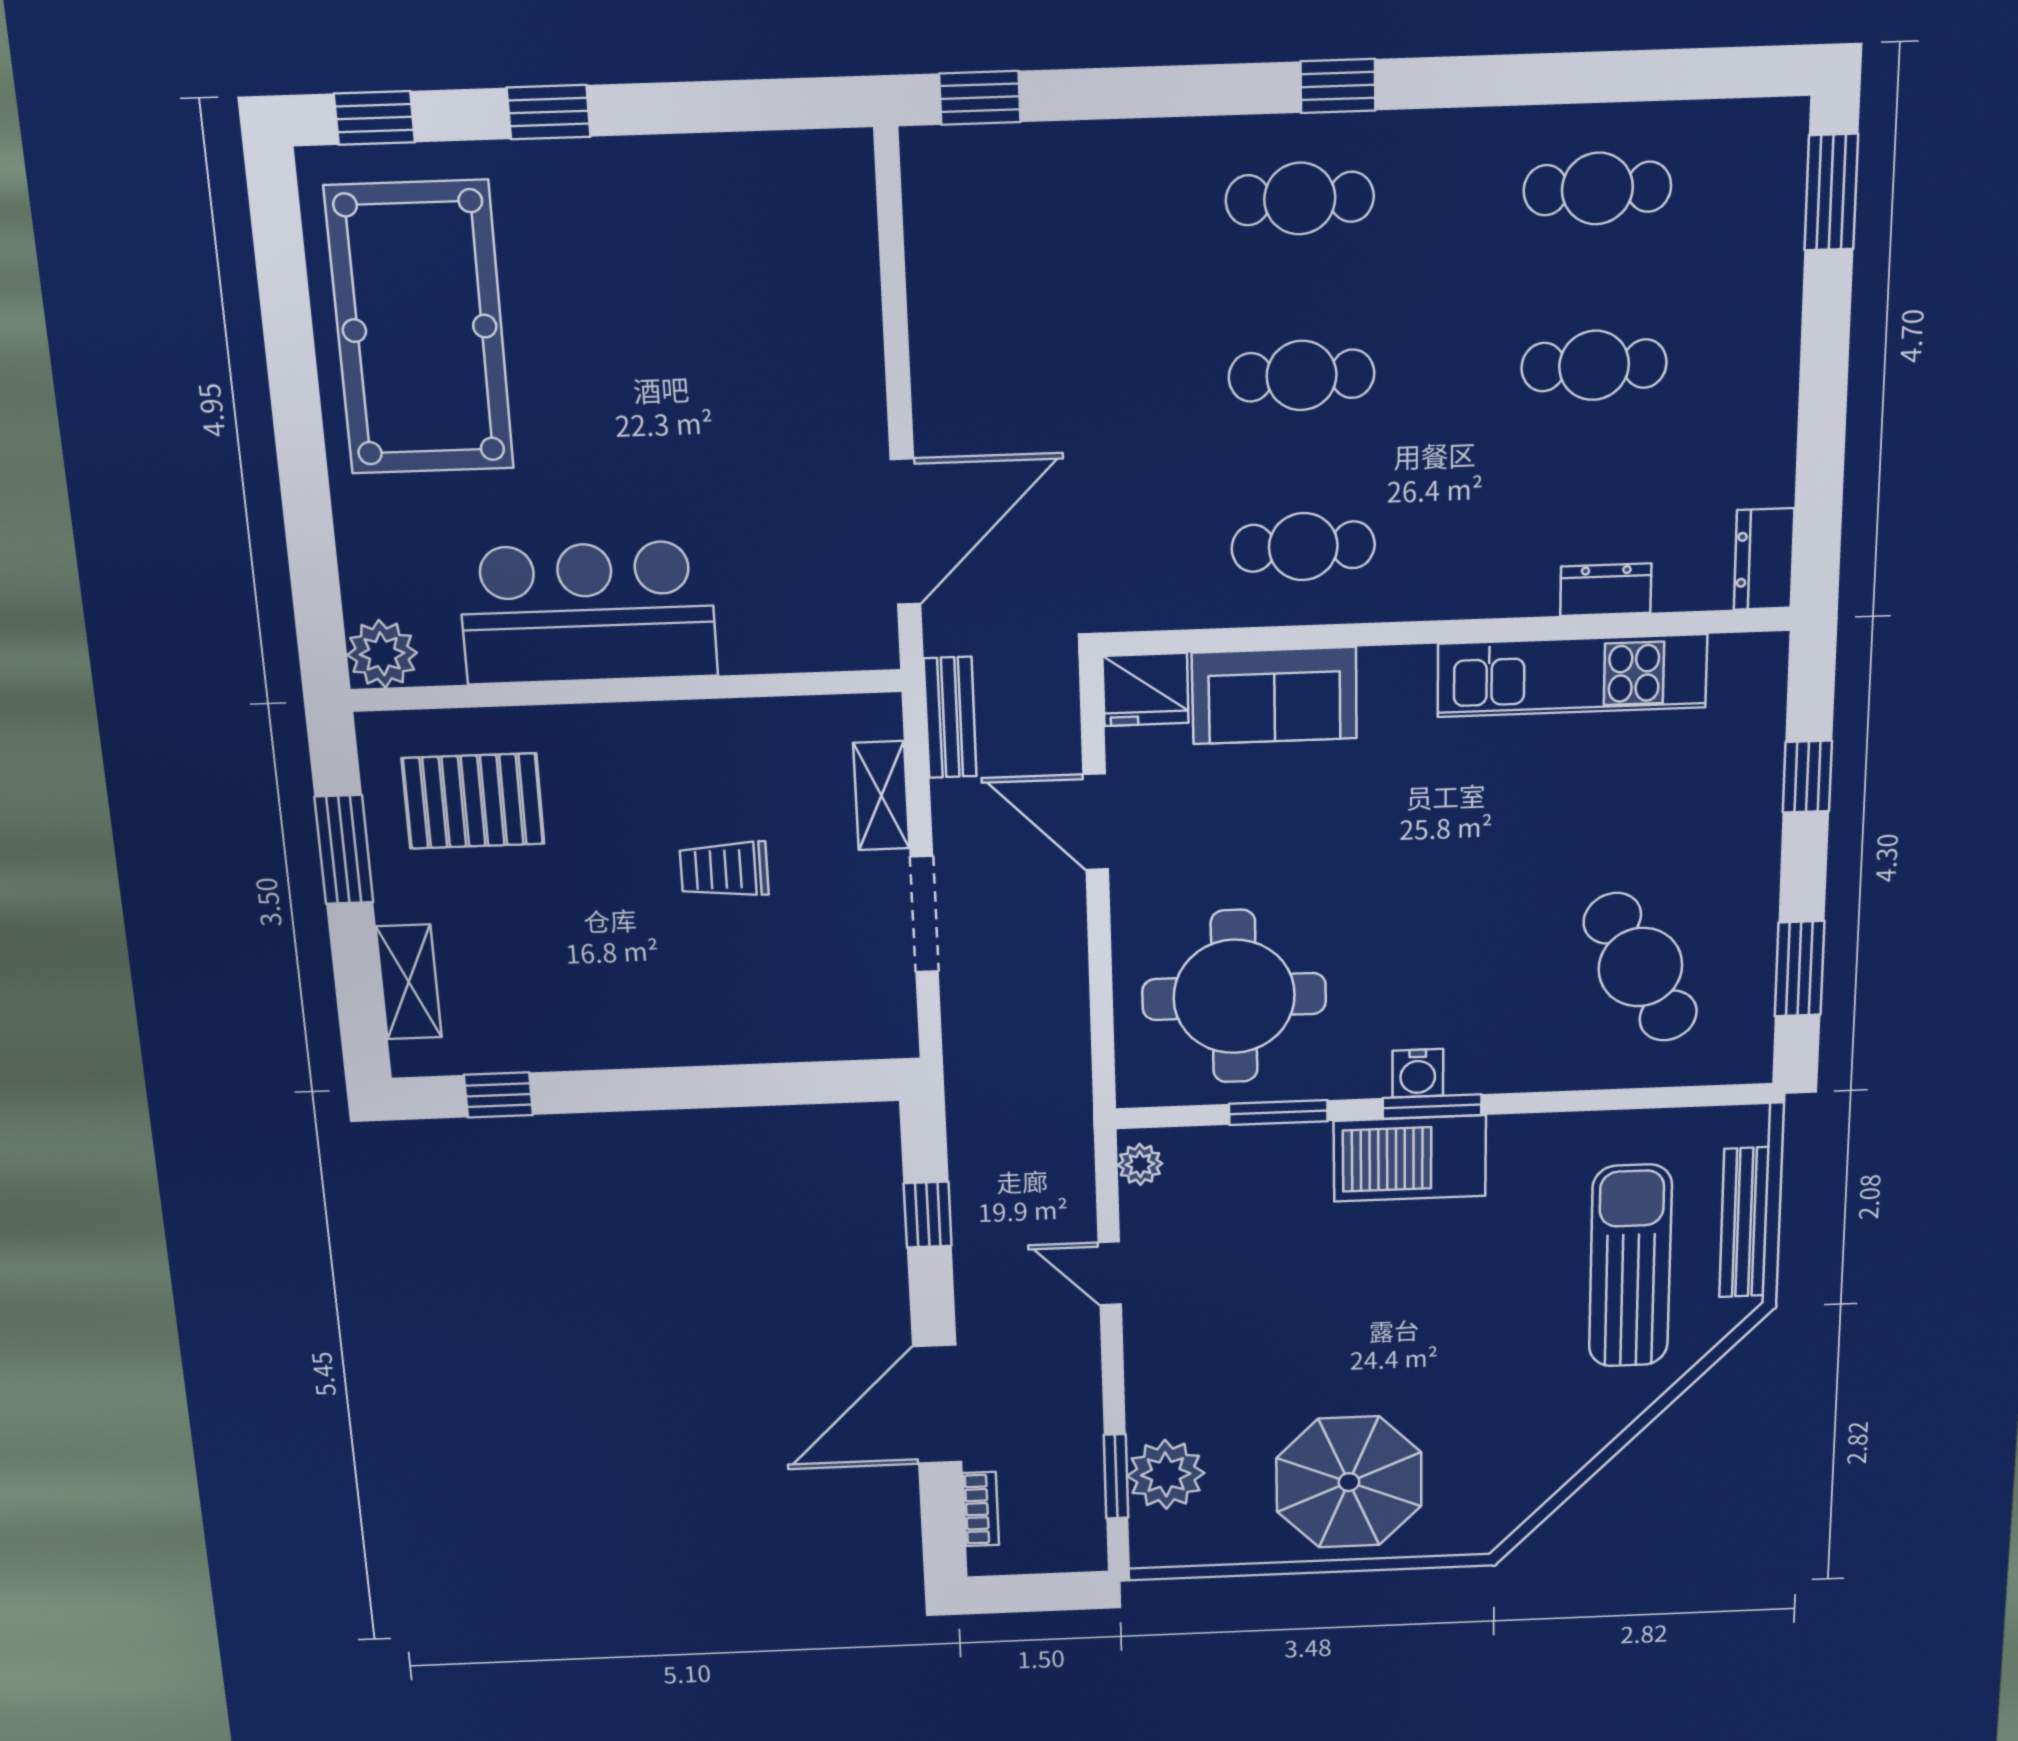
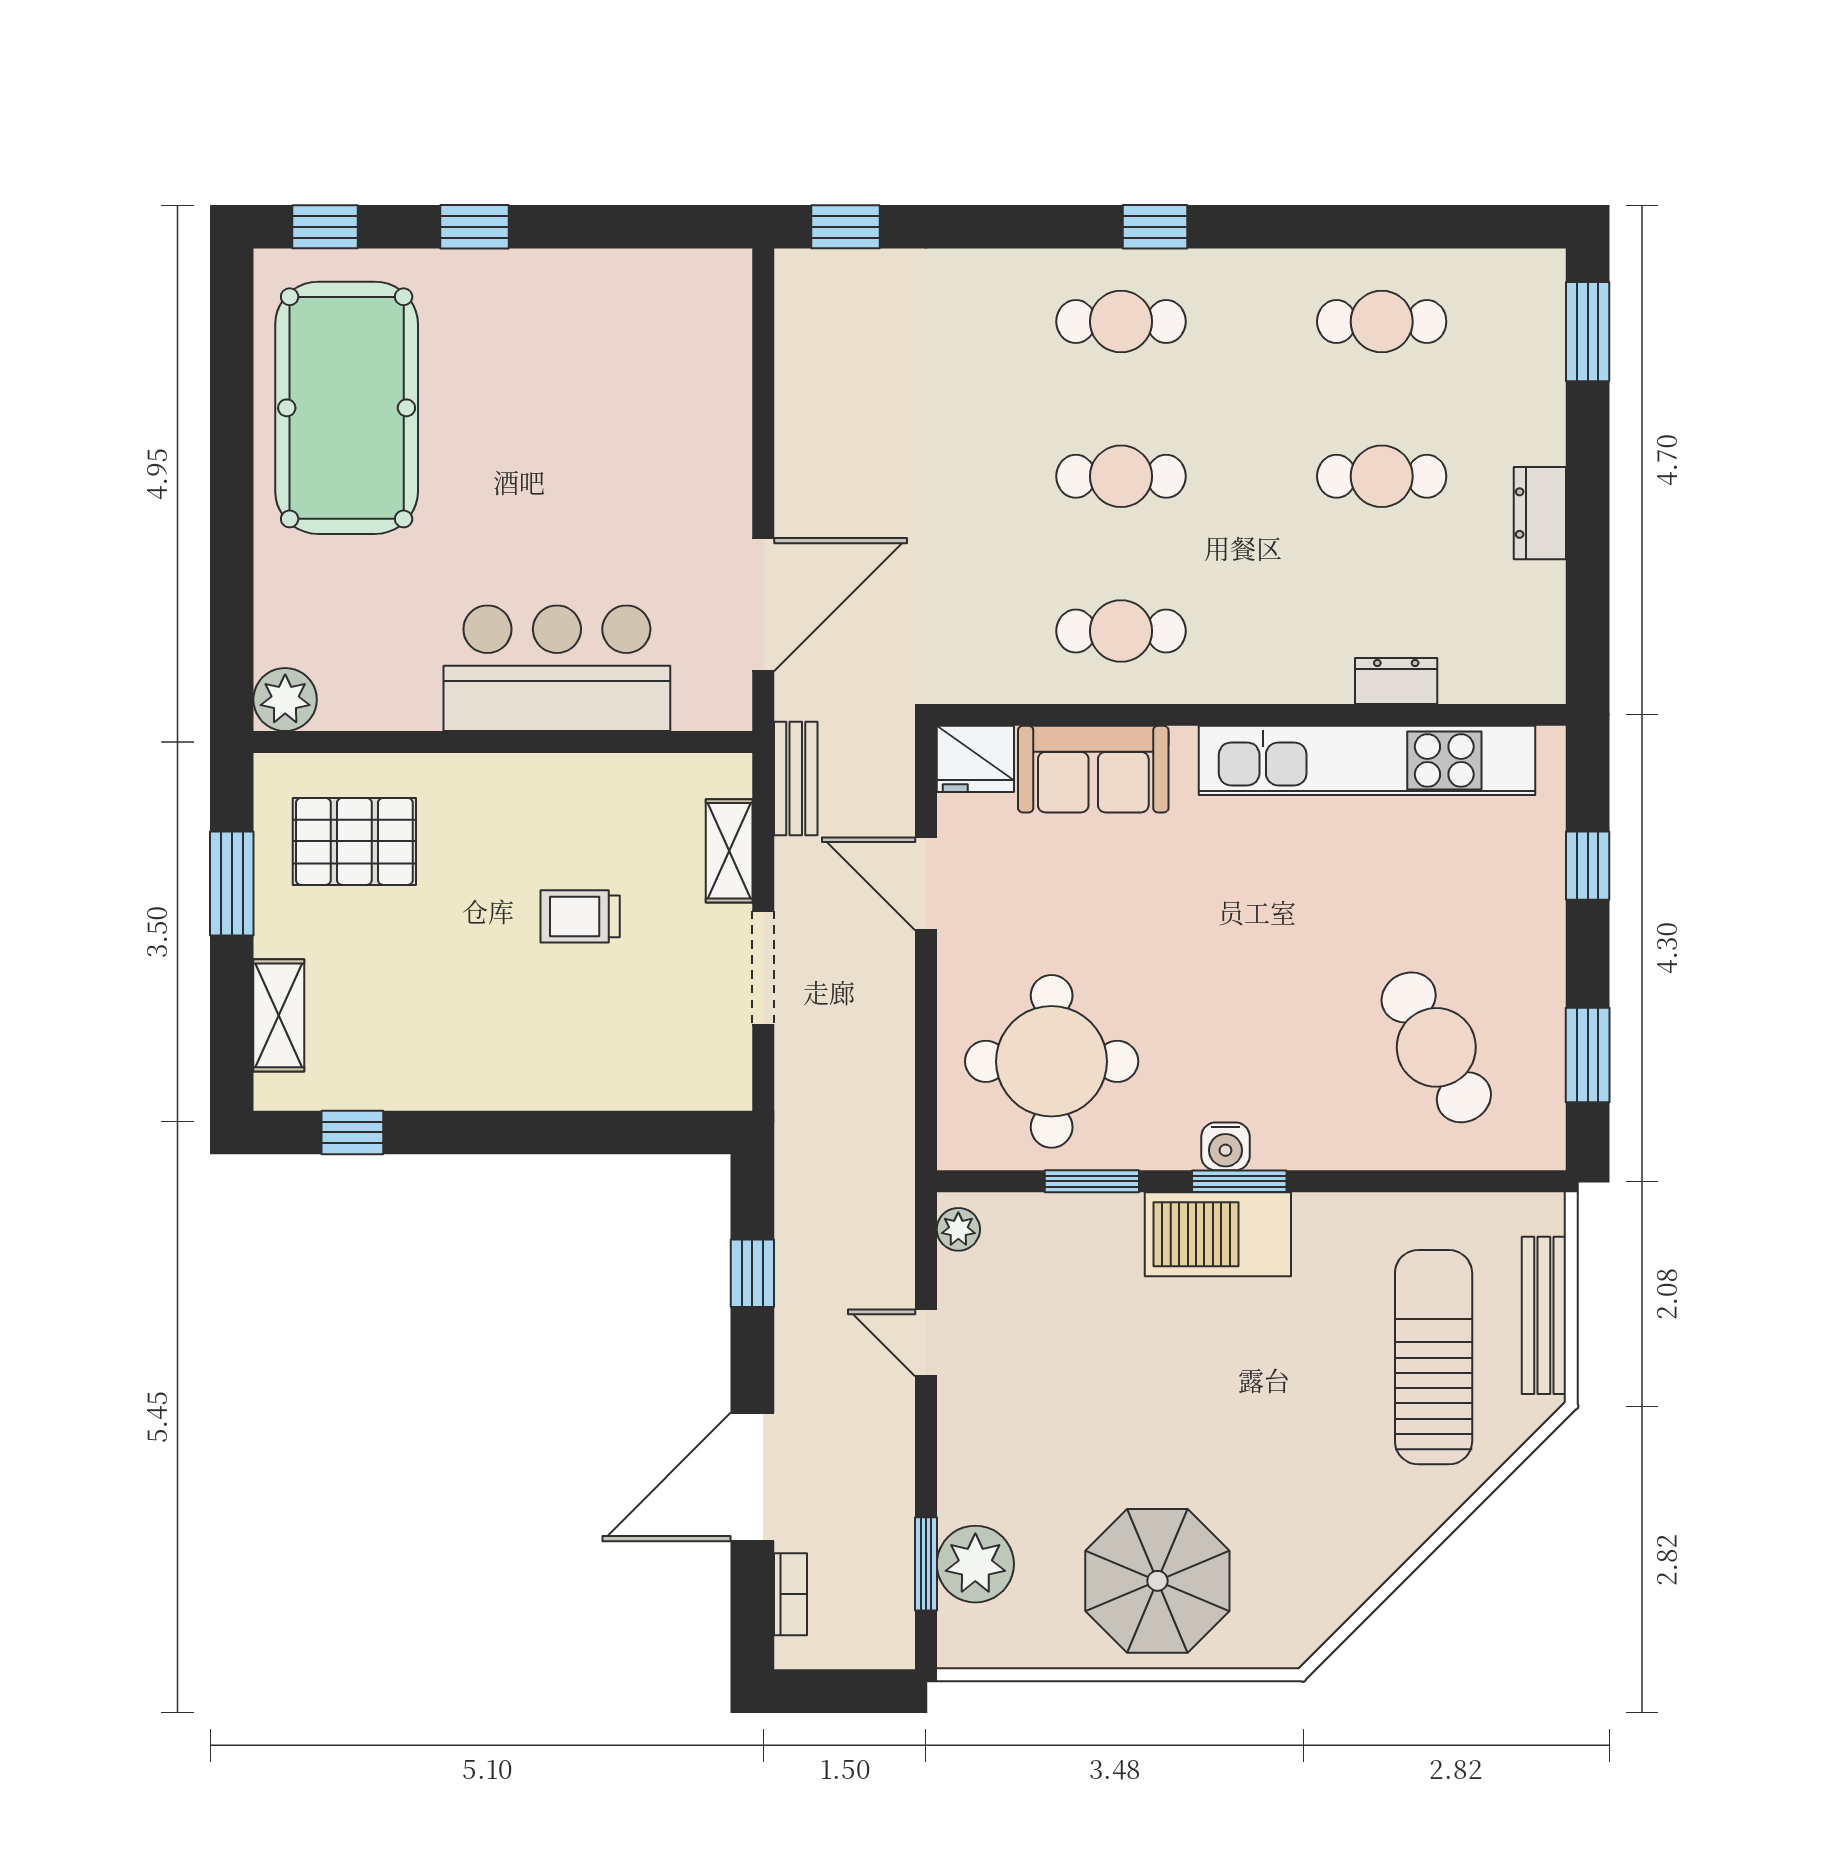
dresser: (1764, 559) -> (1540, 513), moved
bar counter: (588, 613) -> (557, 668), moved
kitchen unit: (1572, 676) -> (1367, 760), width x1.36

